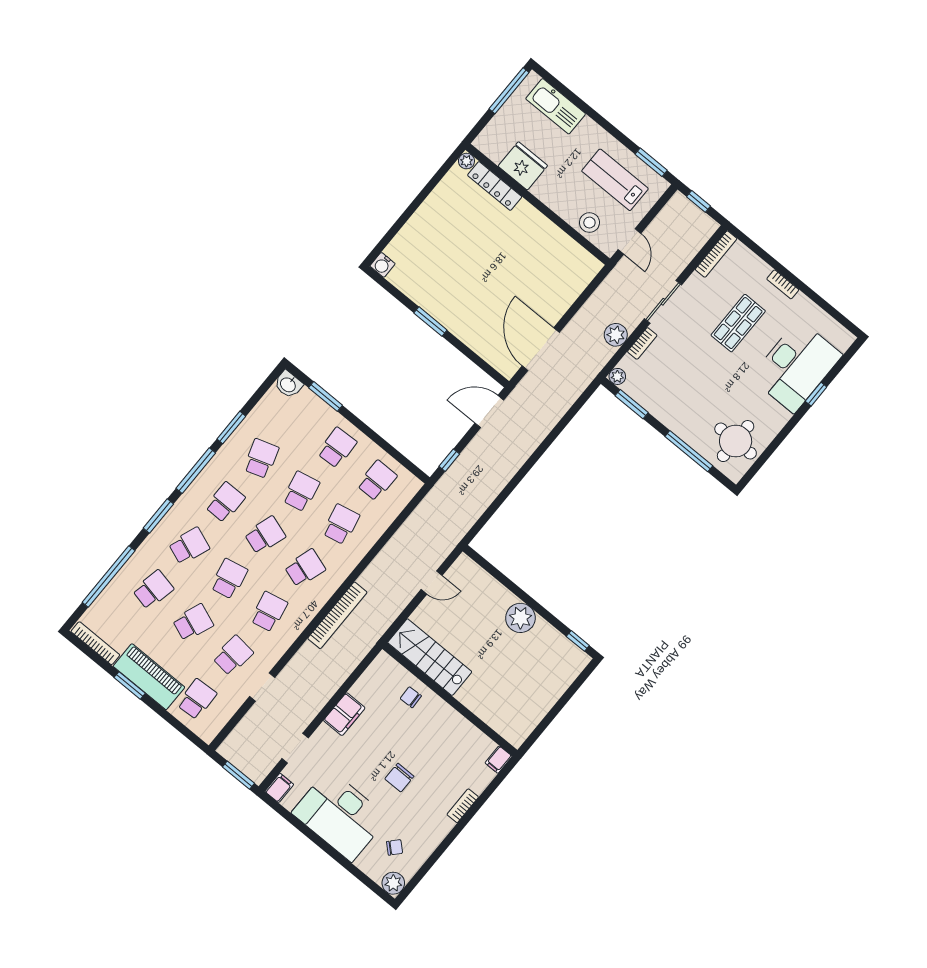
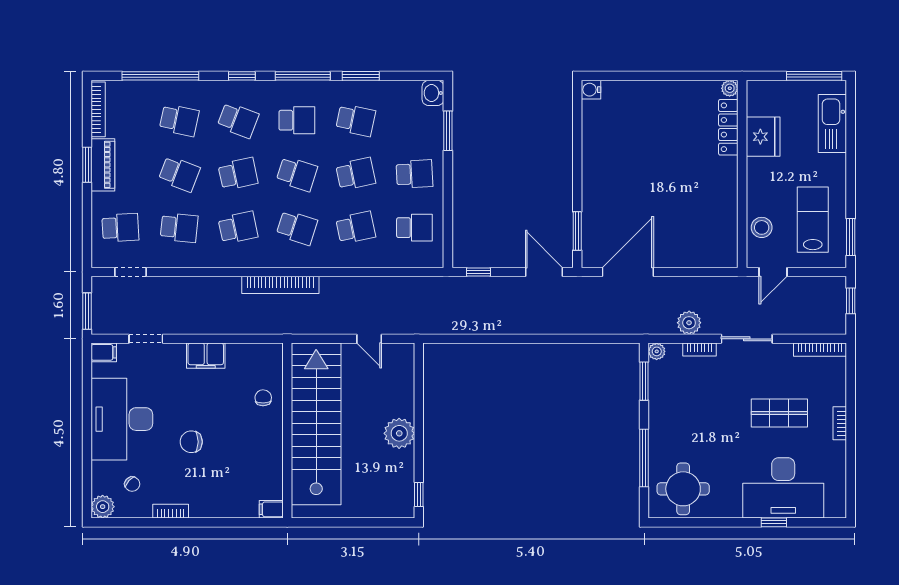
window: (430, 322) -> (577, 231), moved
school desk: (261, 459) -> (356, 120), turned 30
window: (158, 516) -> (242, 76), width x0.67
stairs: (430, 657) -> (316, 424), width x1.86, depth x1.51
piano: (149, 677) -> (103, 165), width x0.73, depth x0.75
doorway: (262, 687) -> (130, 272), moved
bookcase: (463, 806) -> (171, 511), moved

